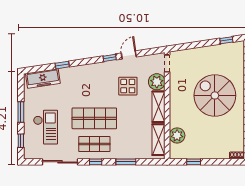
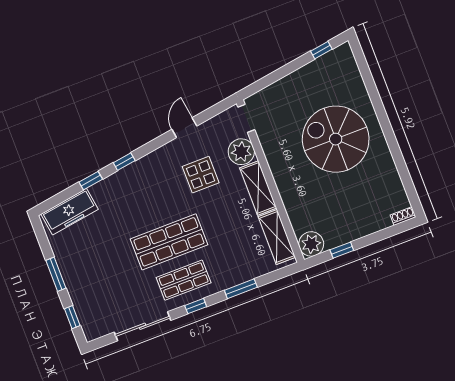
window: (110, 58) -> (124, 162), moved
checkout: (46, 127) -> (101, 283), removed
plant: (177, 135) -> (311, 244), moved

